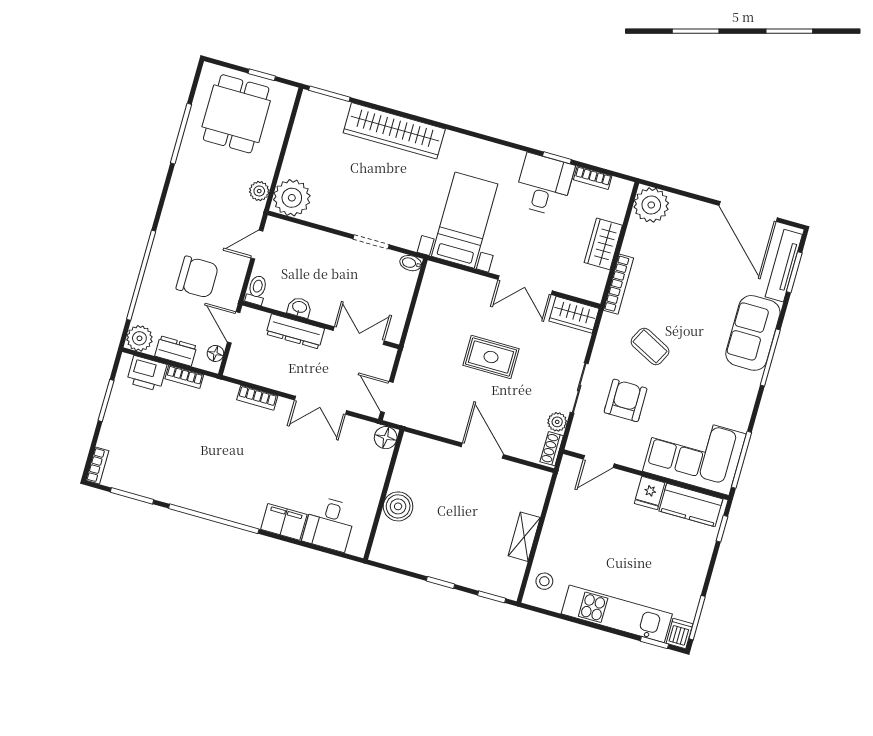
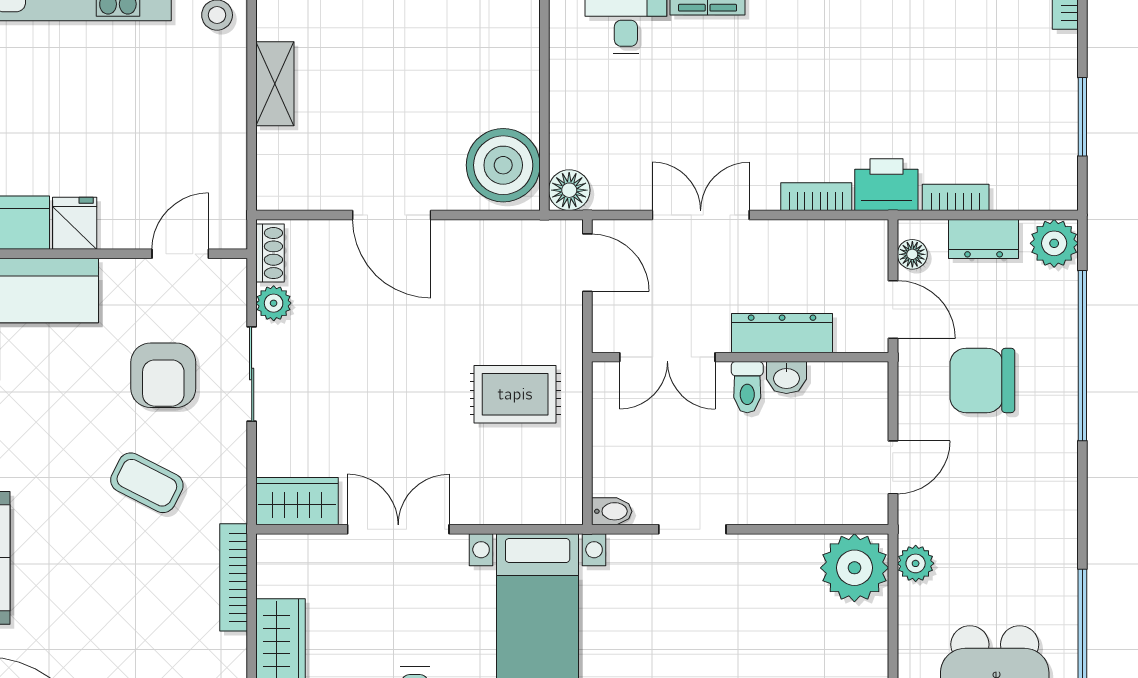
toilet: (257, 290) -> (747, 387), moved
rug: (491, 357) -> (515, 394), moved
printer: (147, 373) -> (886, 185), moved
boiler: (398, 506) -> (503, 165), moved, width x1.37, depth x1.37

